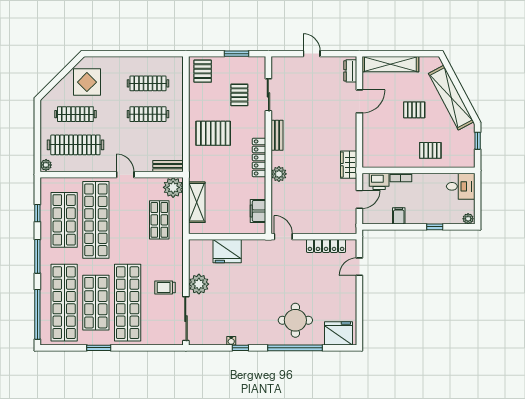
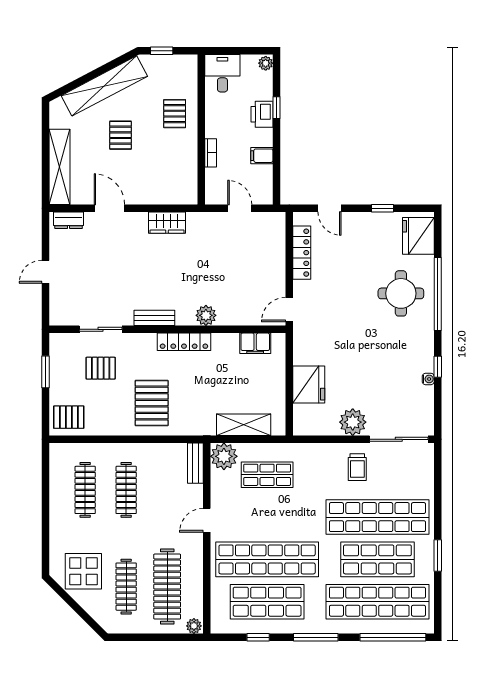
wardrobe: (349, 165) -> (167, 223), moved
printer: (379, 181) -> (262, 114), moved, turned 180
window: (359, 306) -> (383, 208), added

